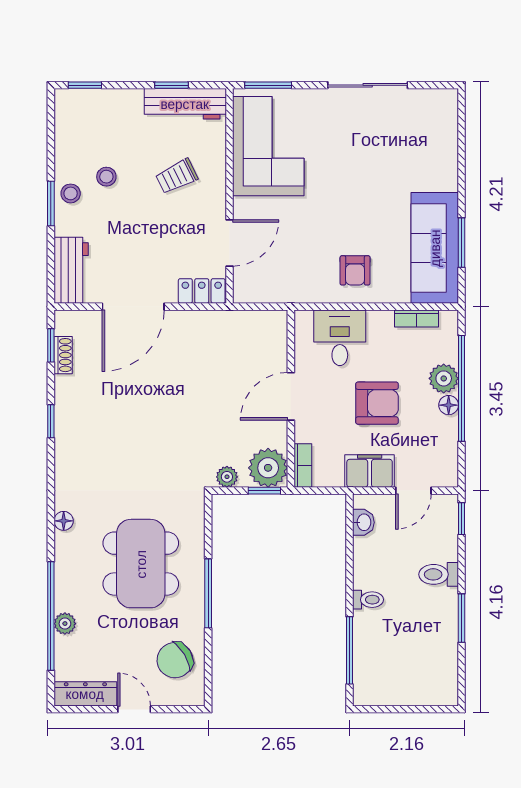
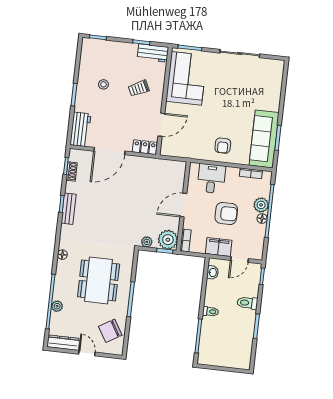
workbench: (185, 104) -> (153, 53), width x0.73
stool: (71, 193) -> (85, 91), removed
bench: (66, 429) -> (69, 209), added

